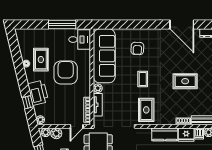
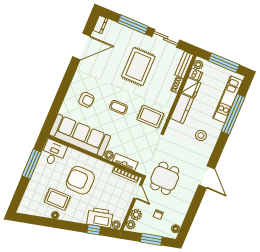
rug: (185, 81) -> (138, 67), width x1.36, depth x1.43
printer: (38, 93) -> (100, 218), moved

